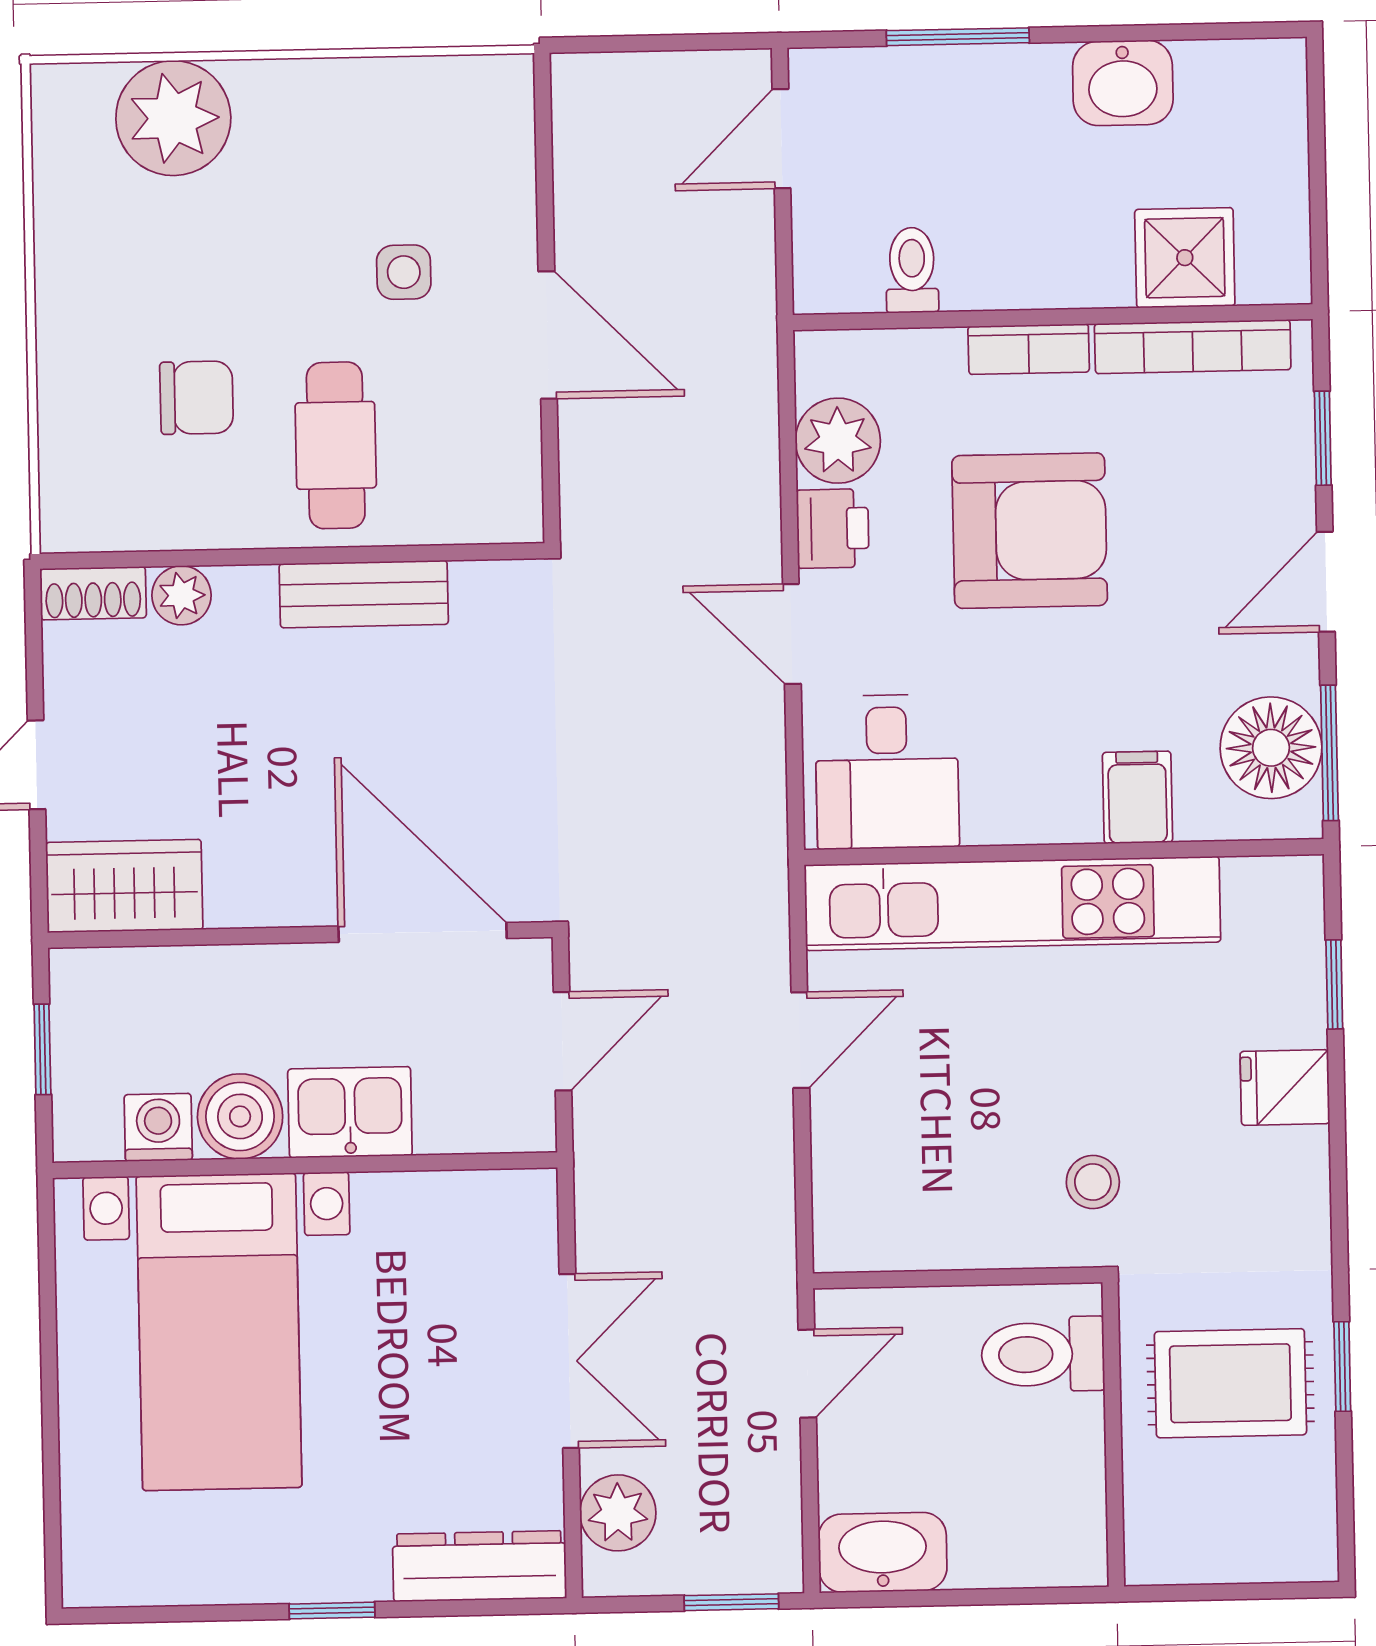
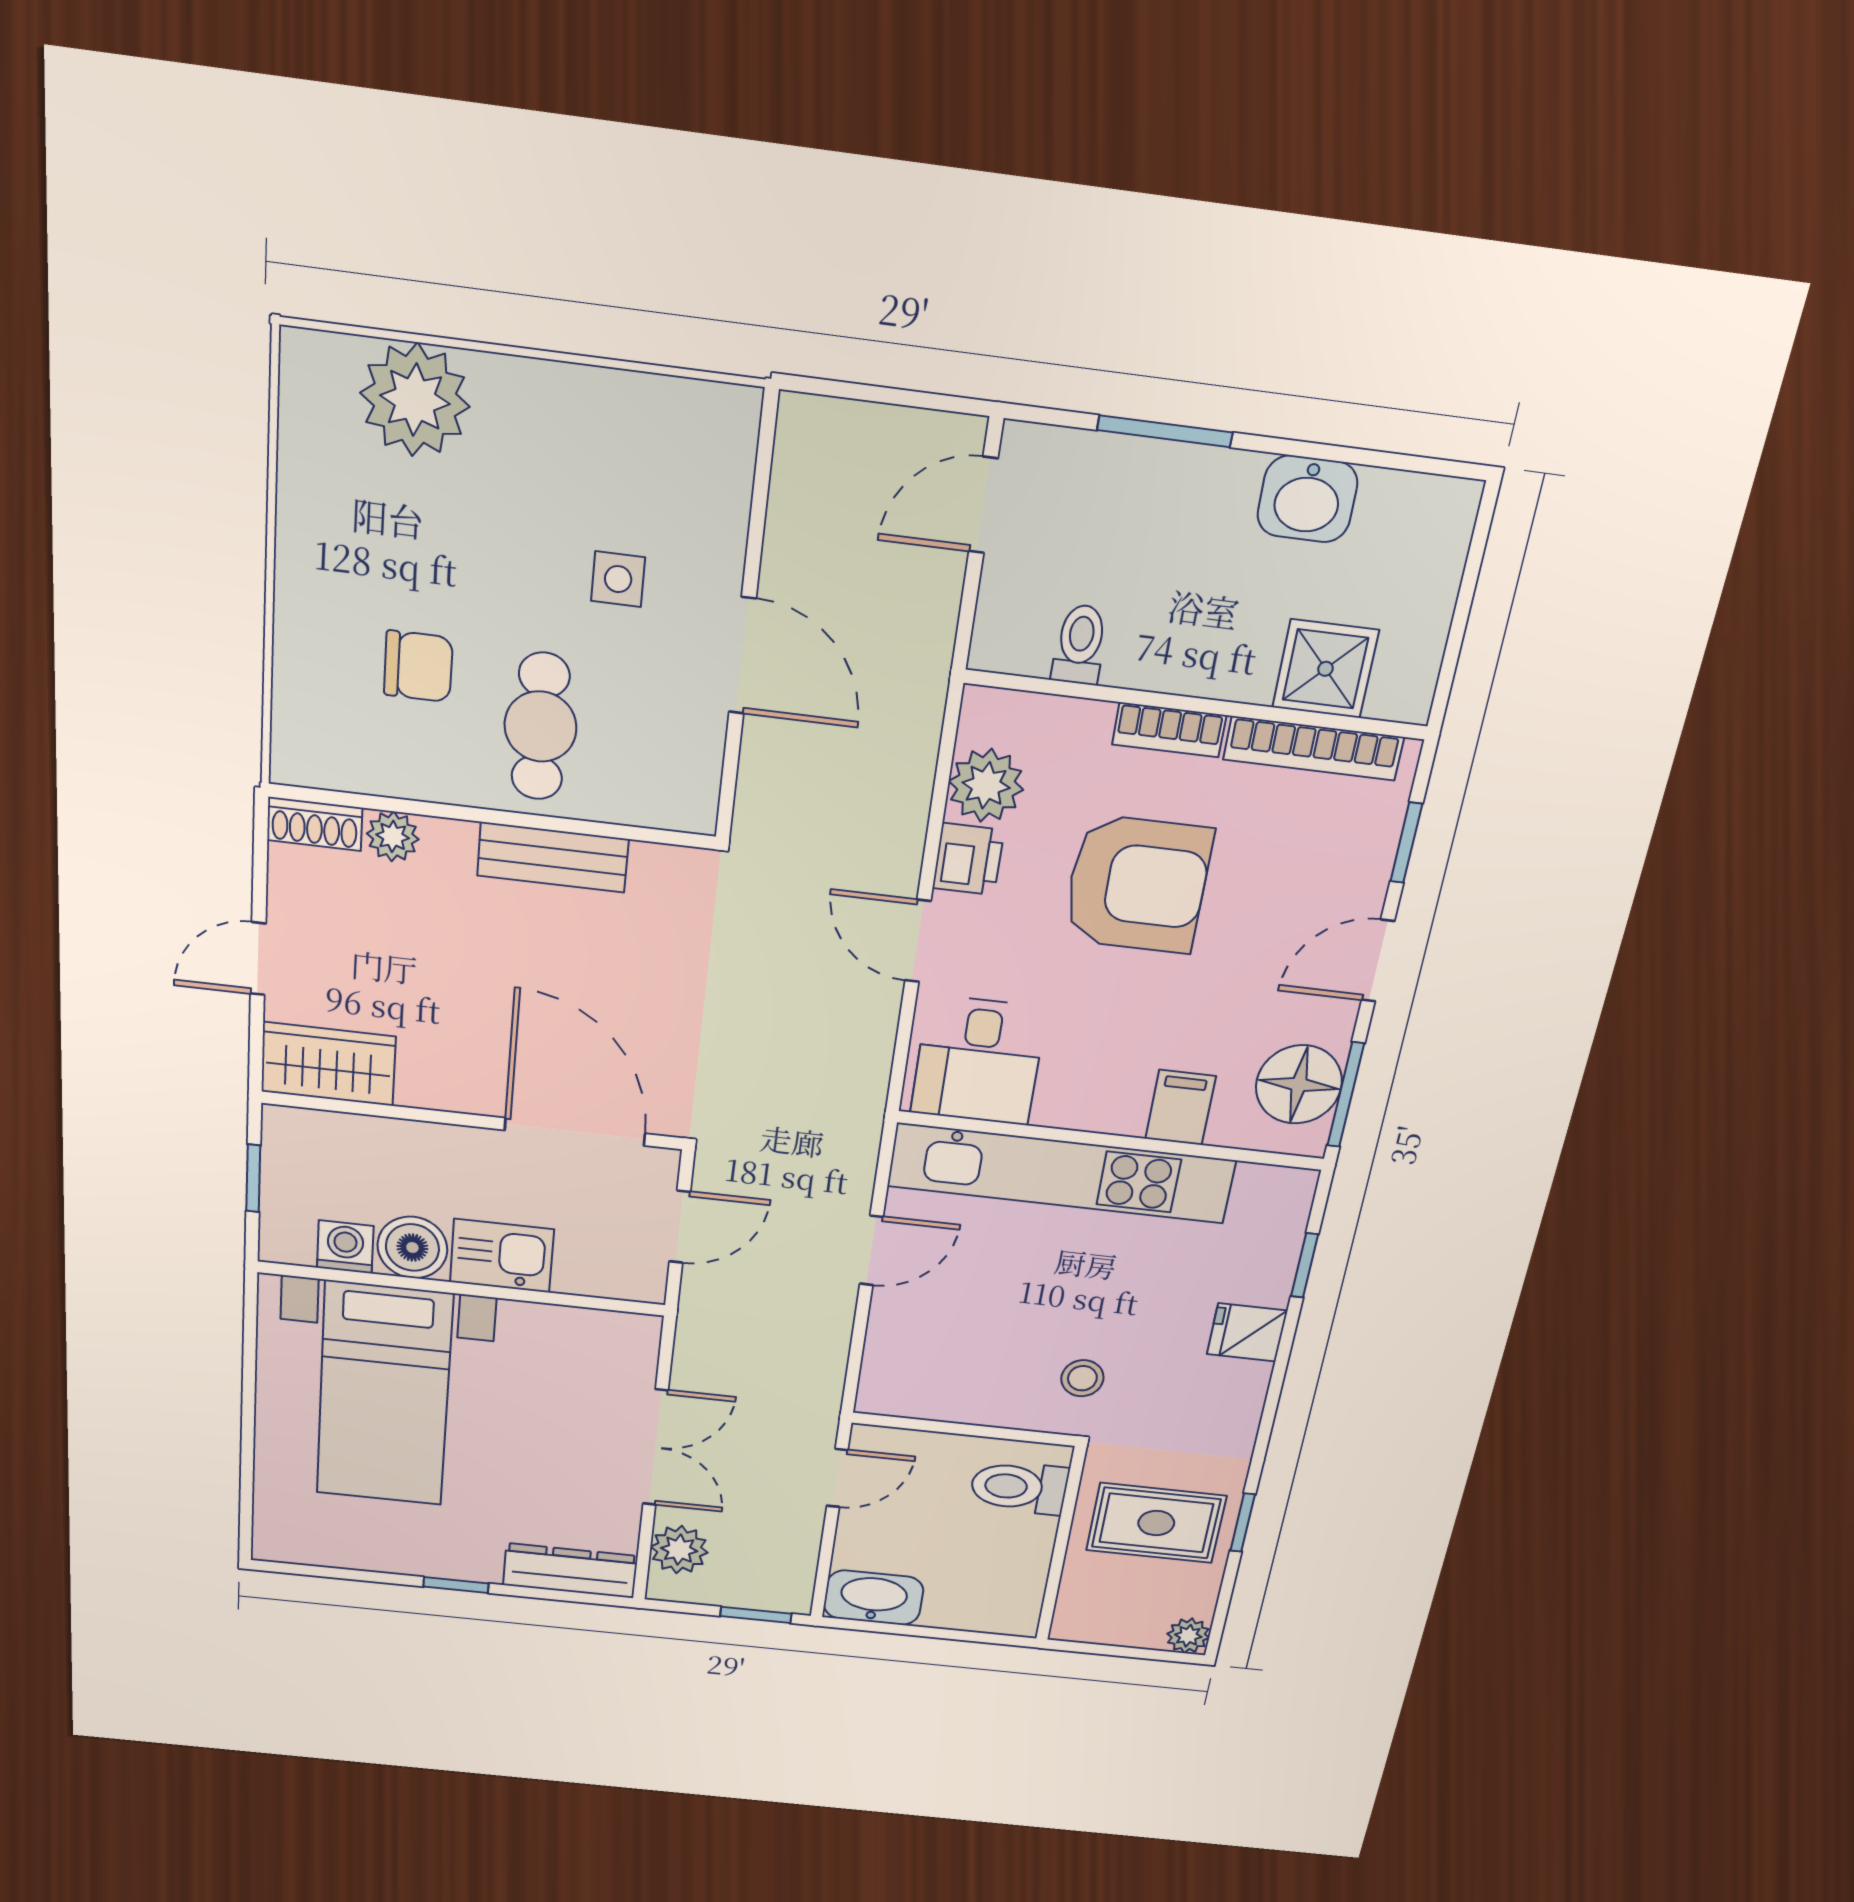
plant: (1310, 1554) -> (1188, 1636), added

